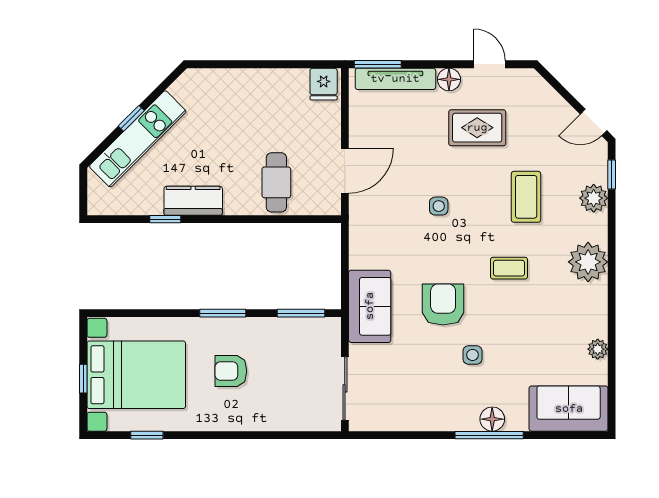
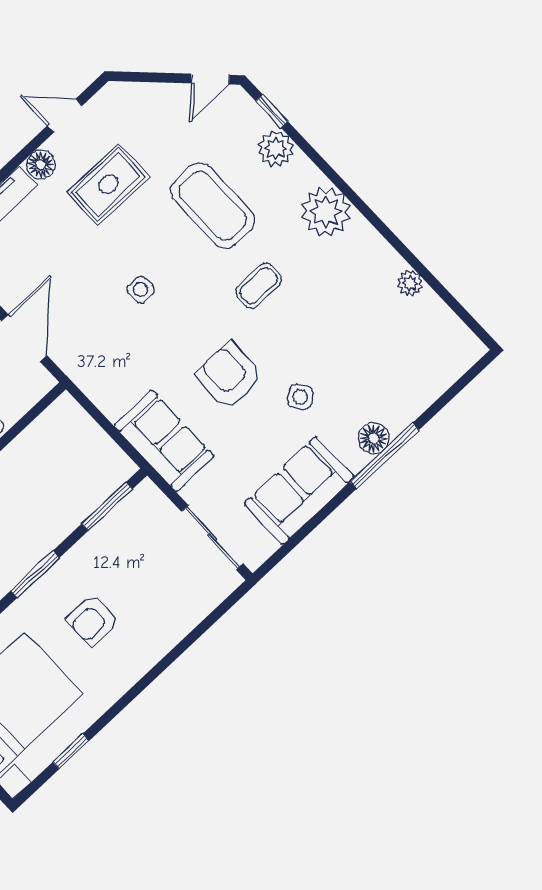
coffee table: (526, 197) -> (213, 206), width x1.36, depth x1.32
side table: (472, 355) -> (300, 397), turned -36
sofa: (569, 409) -> (299, 490), moved

